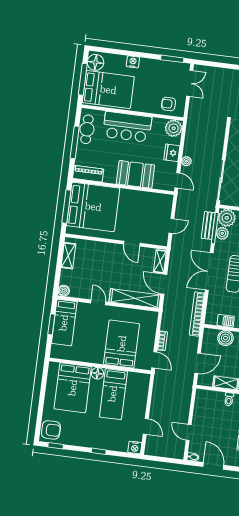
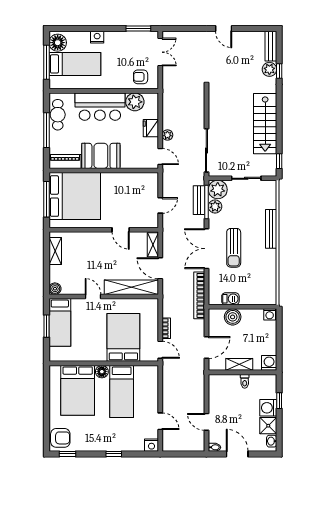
bed: (108, 90) -> (75, 64), width x0.67
plant: (174, 128) -> (135, 102), moved
booth: (135, 174) -> (101, 156), moved

